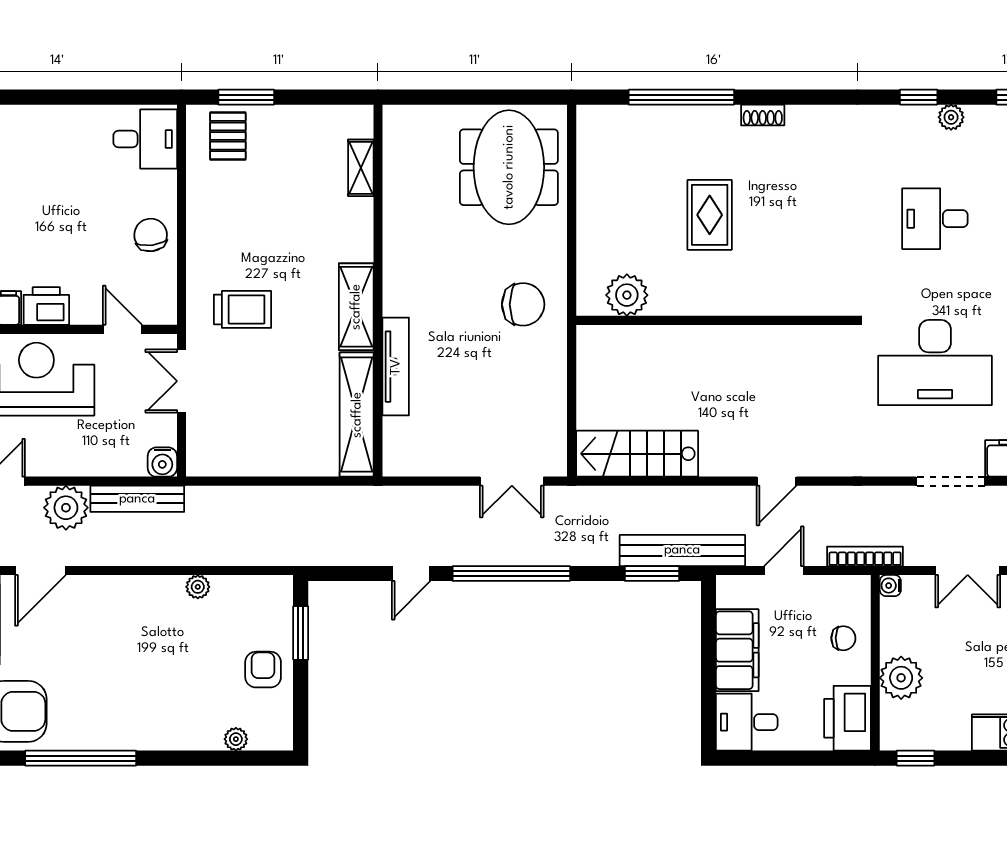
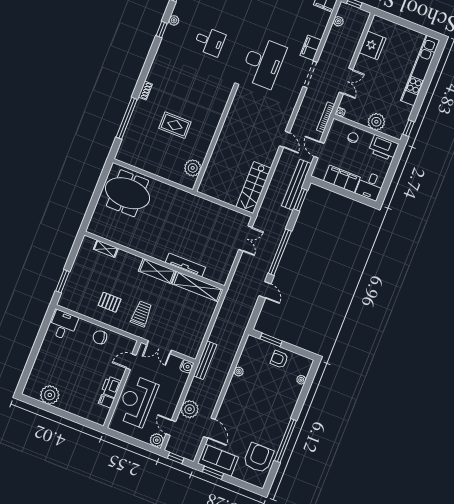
pallet: (228, 136) -> (110, 302), moved
desk: (935, 219) -> (210, 41), turned -90
chair: (523, 304) -> (181, 208), removed
bench: (137, 499) -> (205, 360), moved

